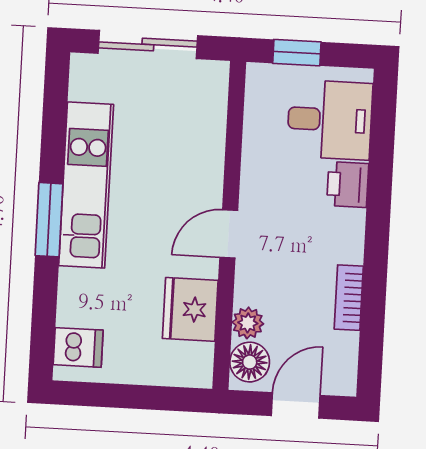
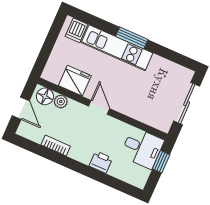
desk: (330, 120) -> (142, 148), moved, turned -90
kitchen unit: (86, 185) -> (117, 48), moved

